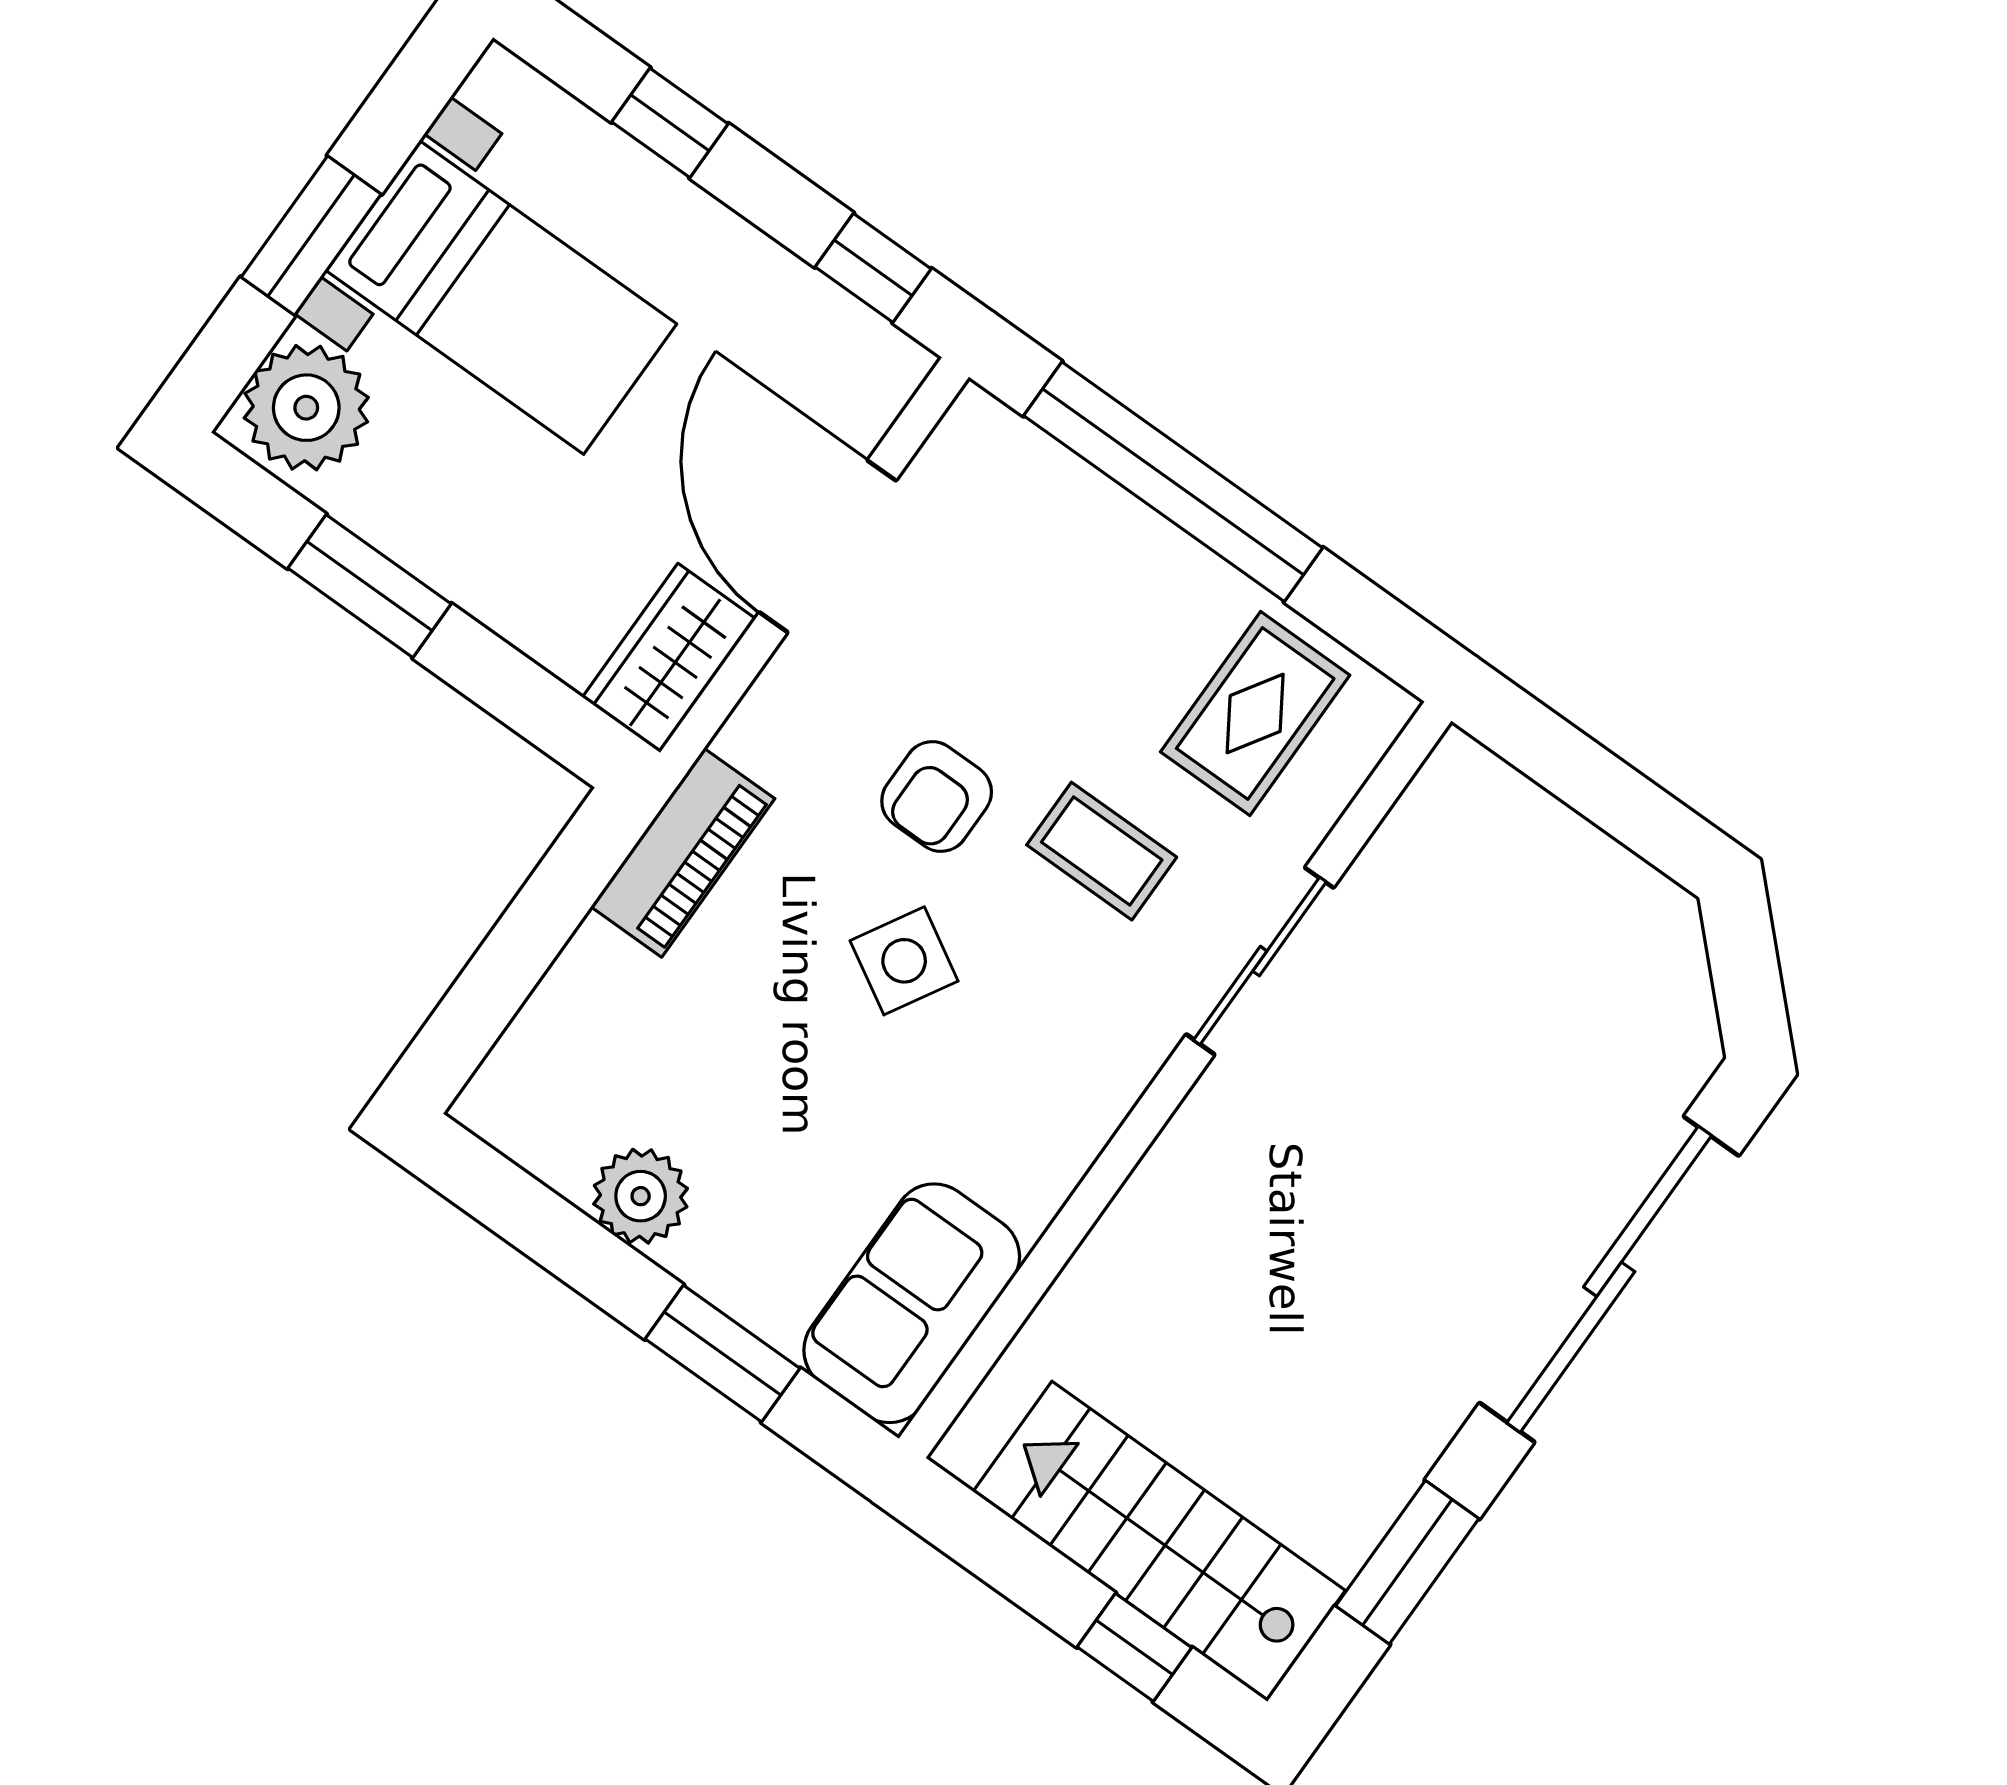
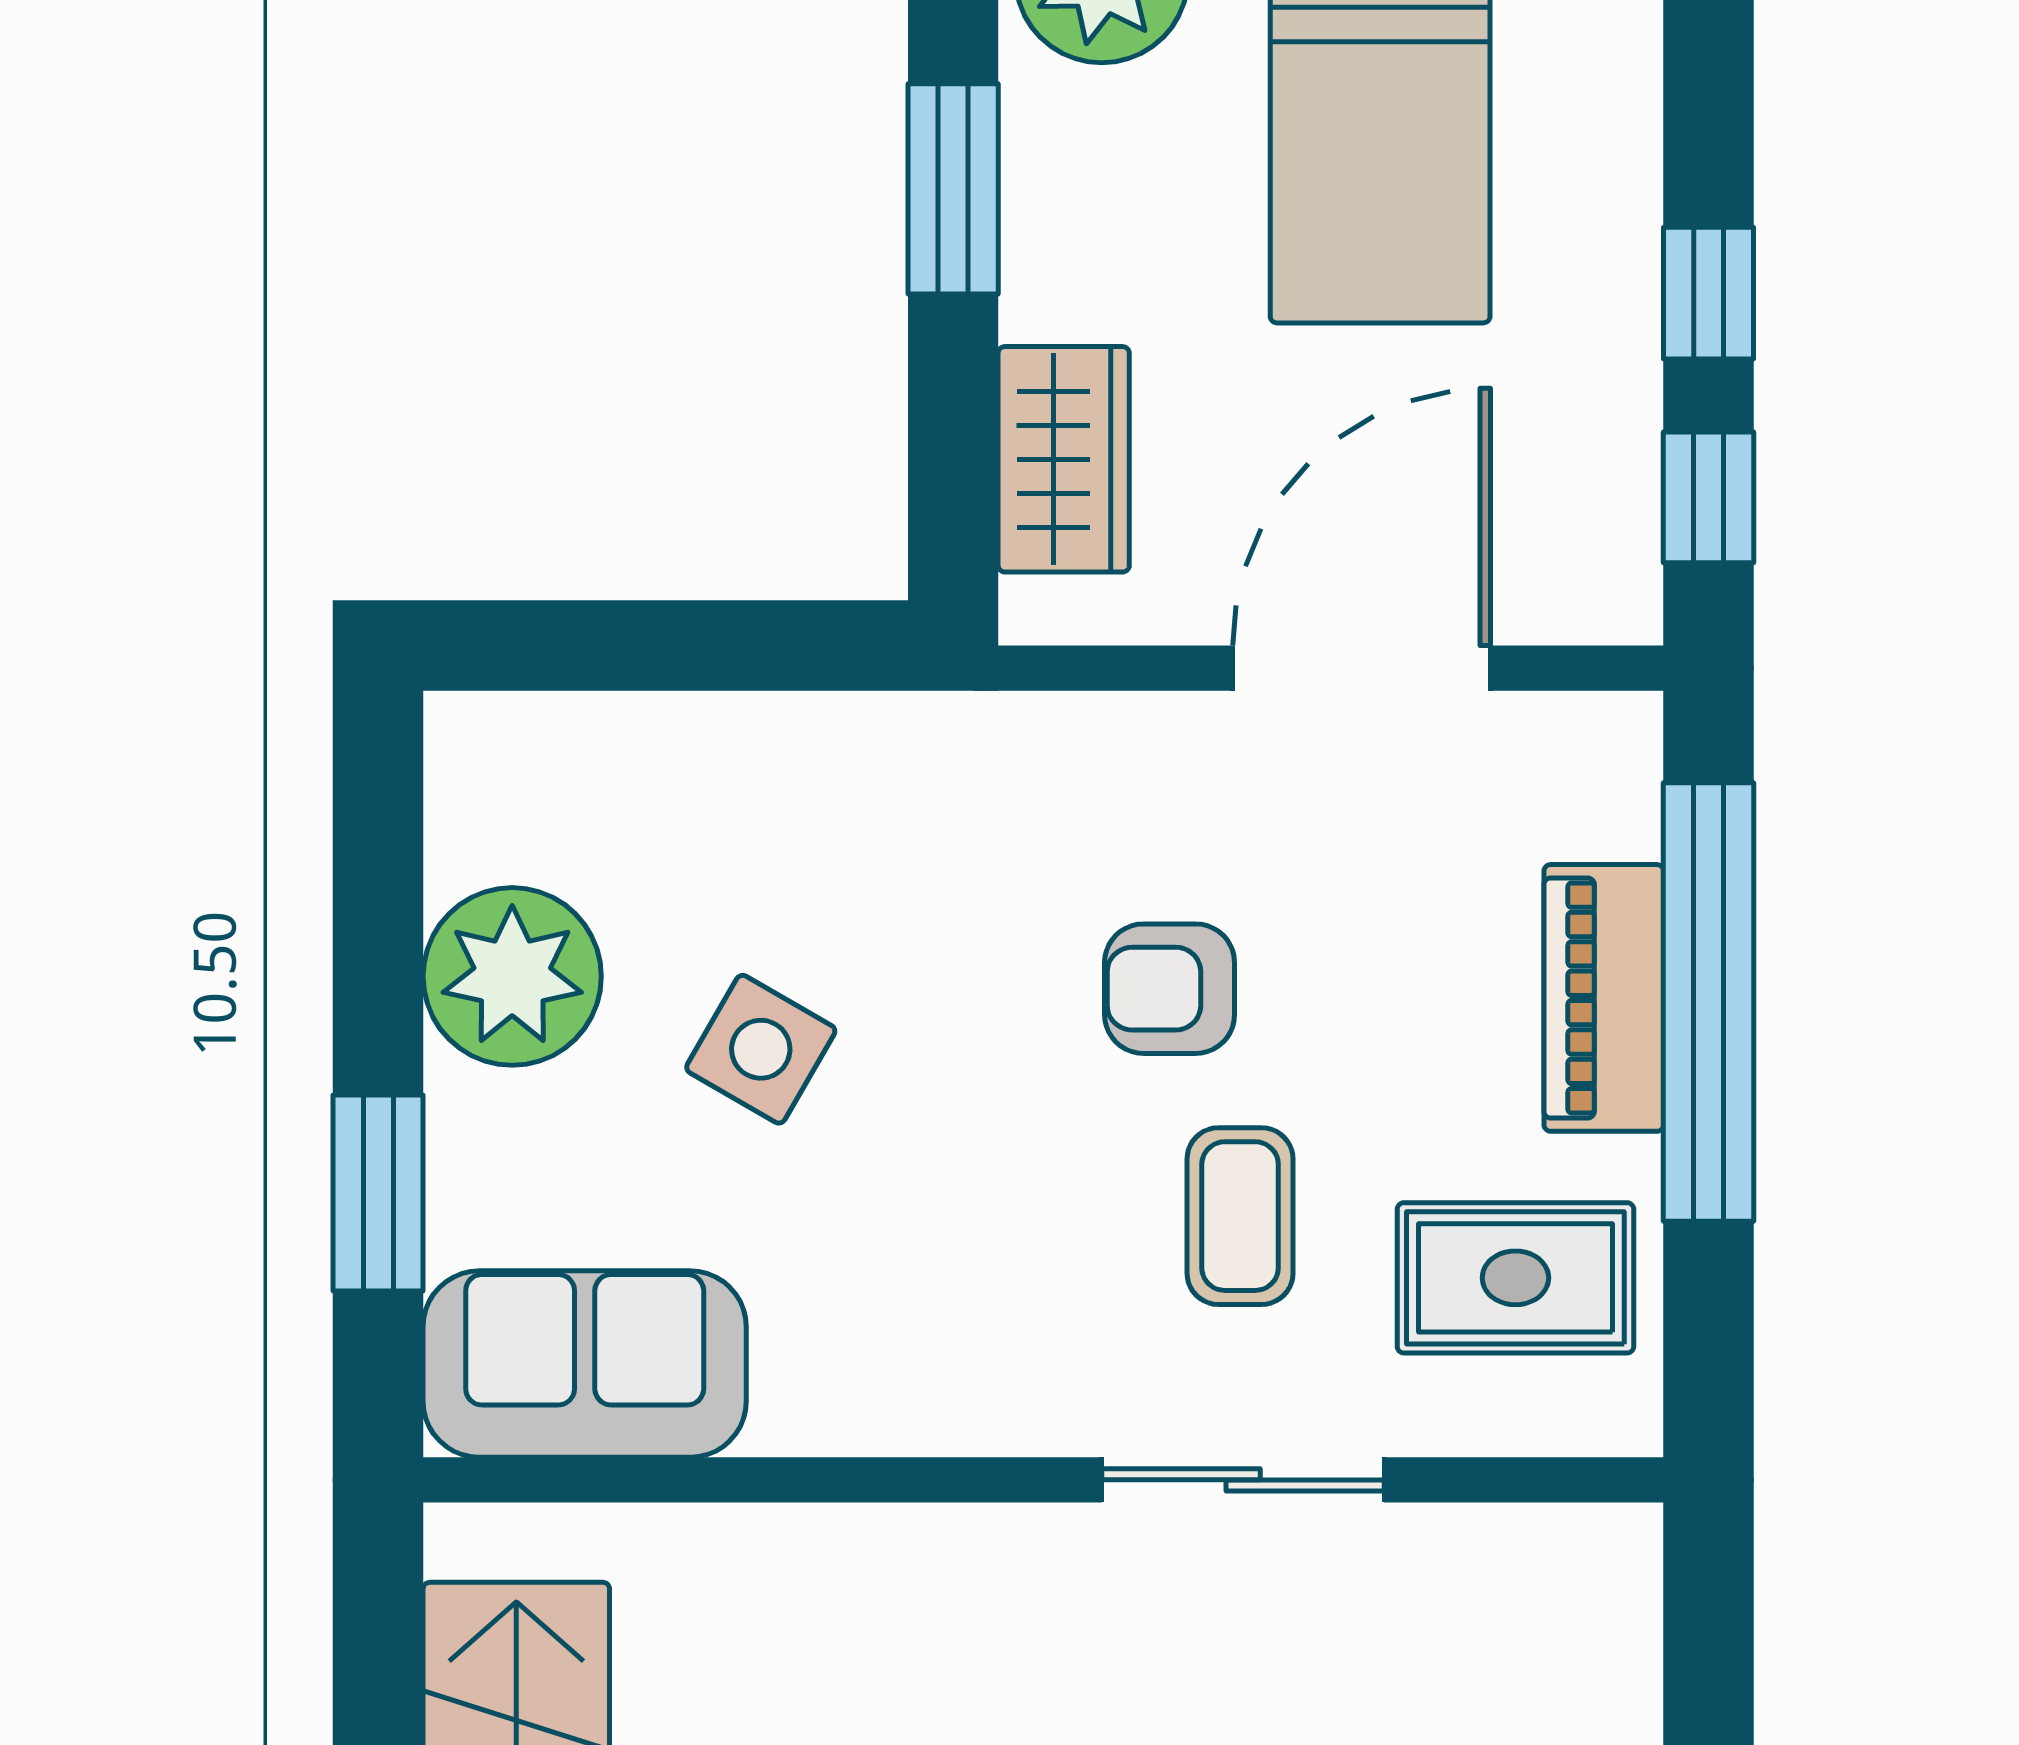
window: (670, 123) -> (1709, 293), moved
wardrobe: (669, 658) -> (1064, 459), moved, turned 90
piano: (683, 853) -> (1604, 998), moved, turned 90
side table: (904, 961) -> (761, 1049), moved
plant: (641, 1196) -> (512, 976), width x1.36, depth x1.36

